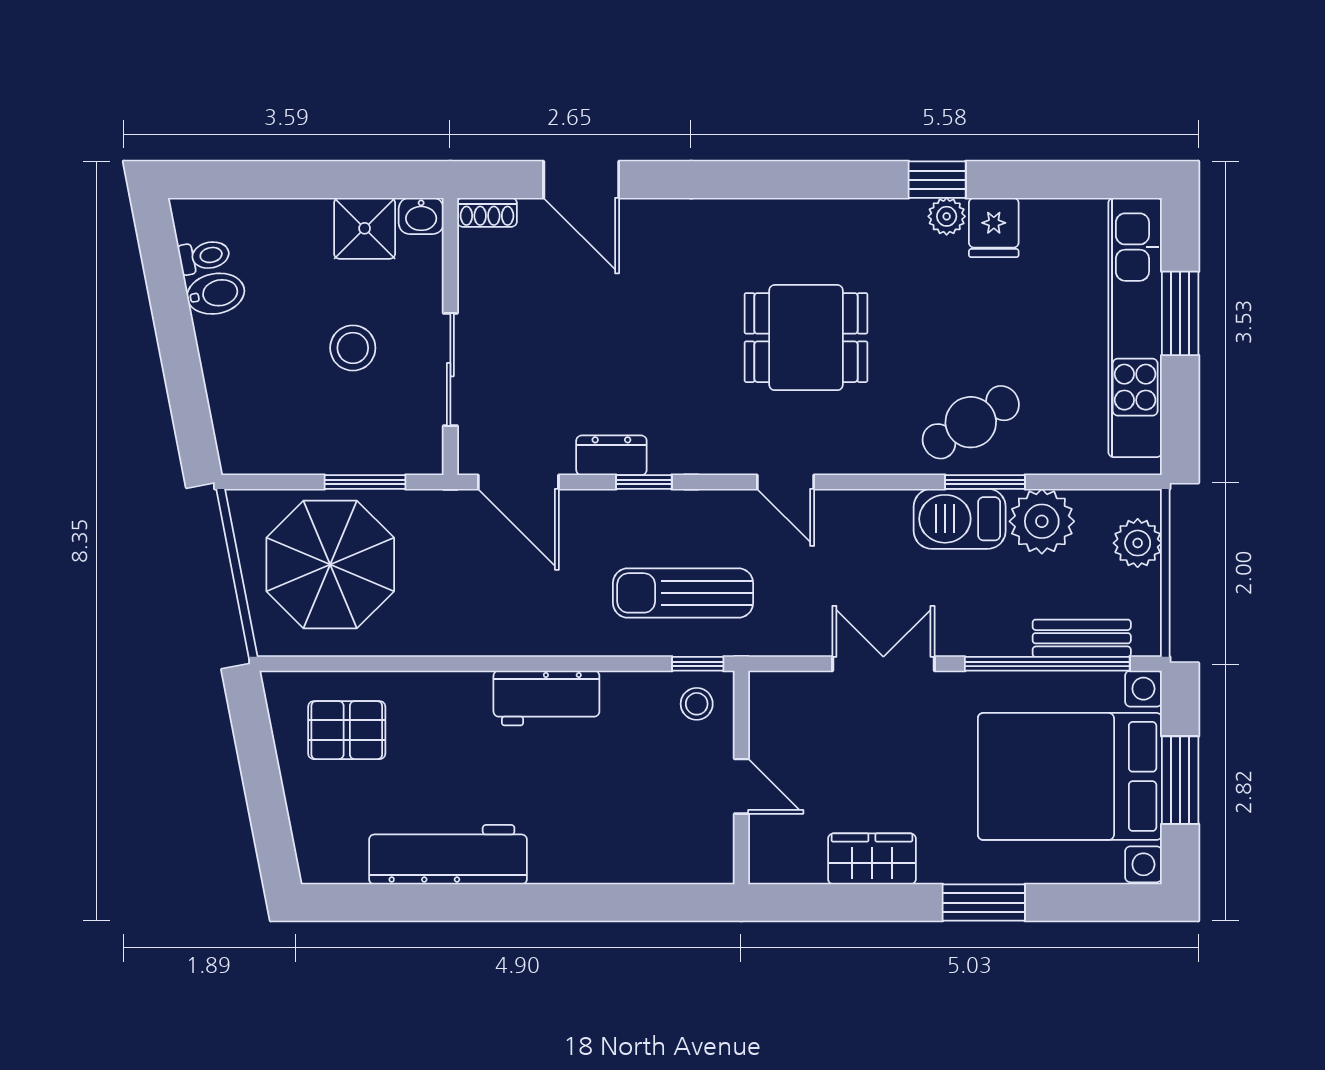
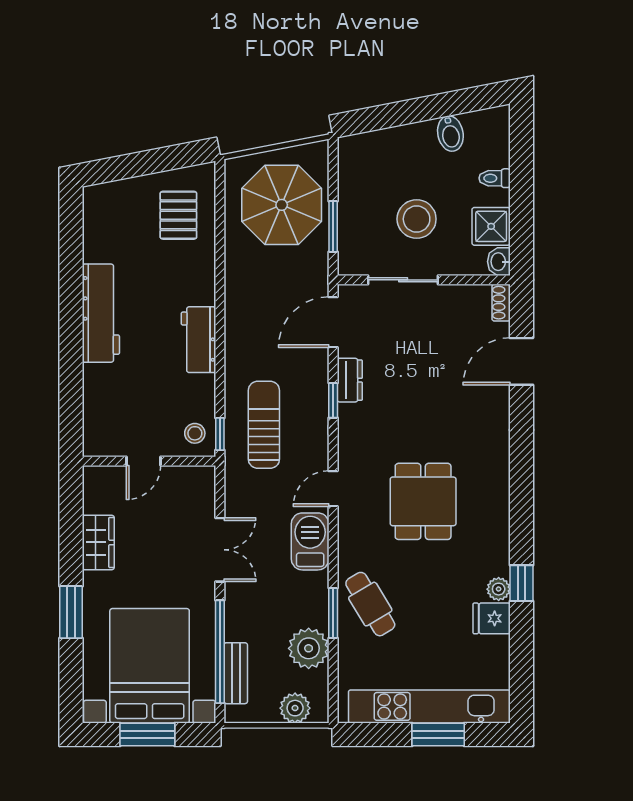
toilet: (204, 256) -> (495, 178), moved, turned 101
stool: (353, 348) -> (417, 219), width x1.38, depth x1.38
barbecue: (960, 519) -> (310, 541), moved
workbench: (448, 855) -> (101, 313), moved

